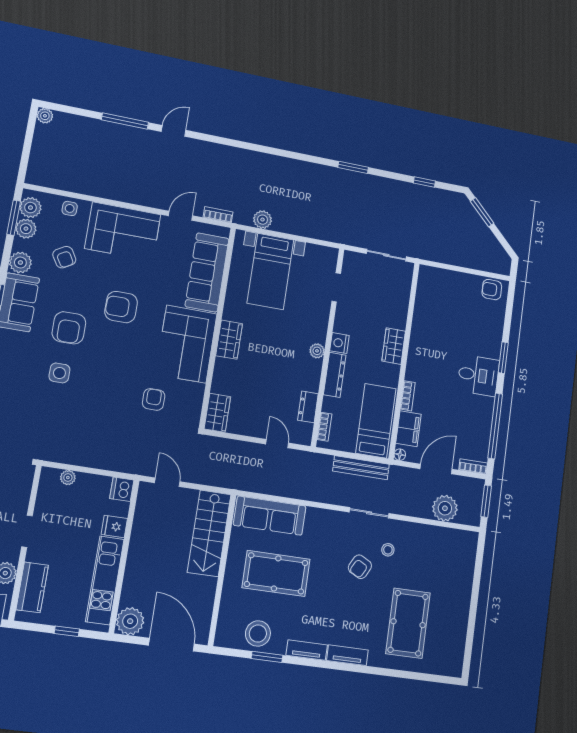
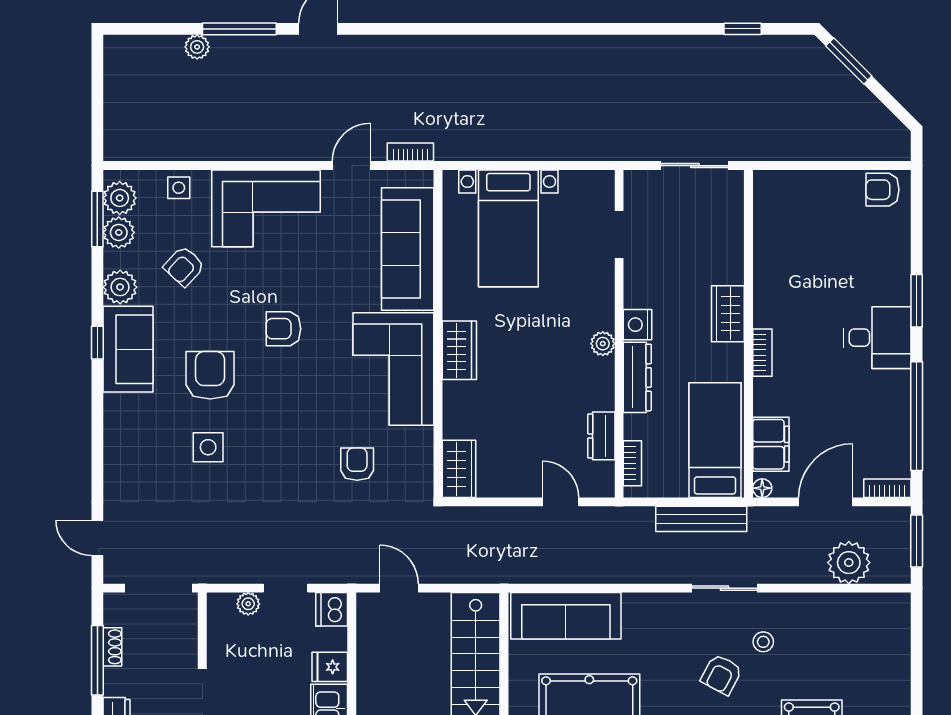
plant: (45, 116) -> (197, 47), moved
window: (353, 167) -> (619, 29), removed
plant: (263, 220) -> (483, 146), removed
armchair: (64, 257) -> (184, 266), turned 74
armchair: (121, 307) -> (283, 329), width x0.72, depth x0.72
armchair: (69, 328) -> (210, 375), turned 180
bookcase: (408, 396) -> (762, 353), moved
doorway: (94, 471) -> (286, 588), added

